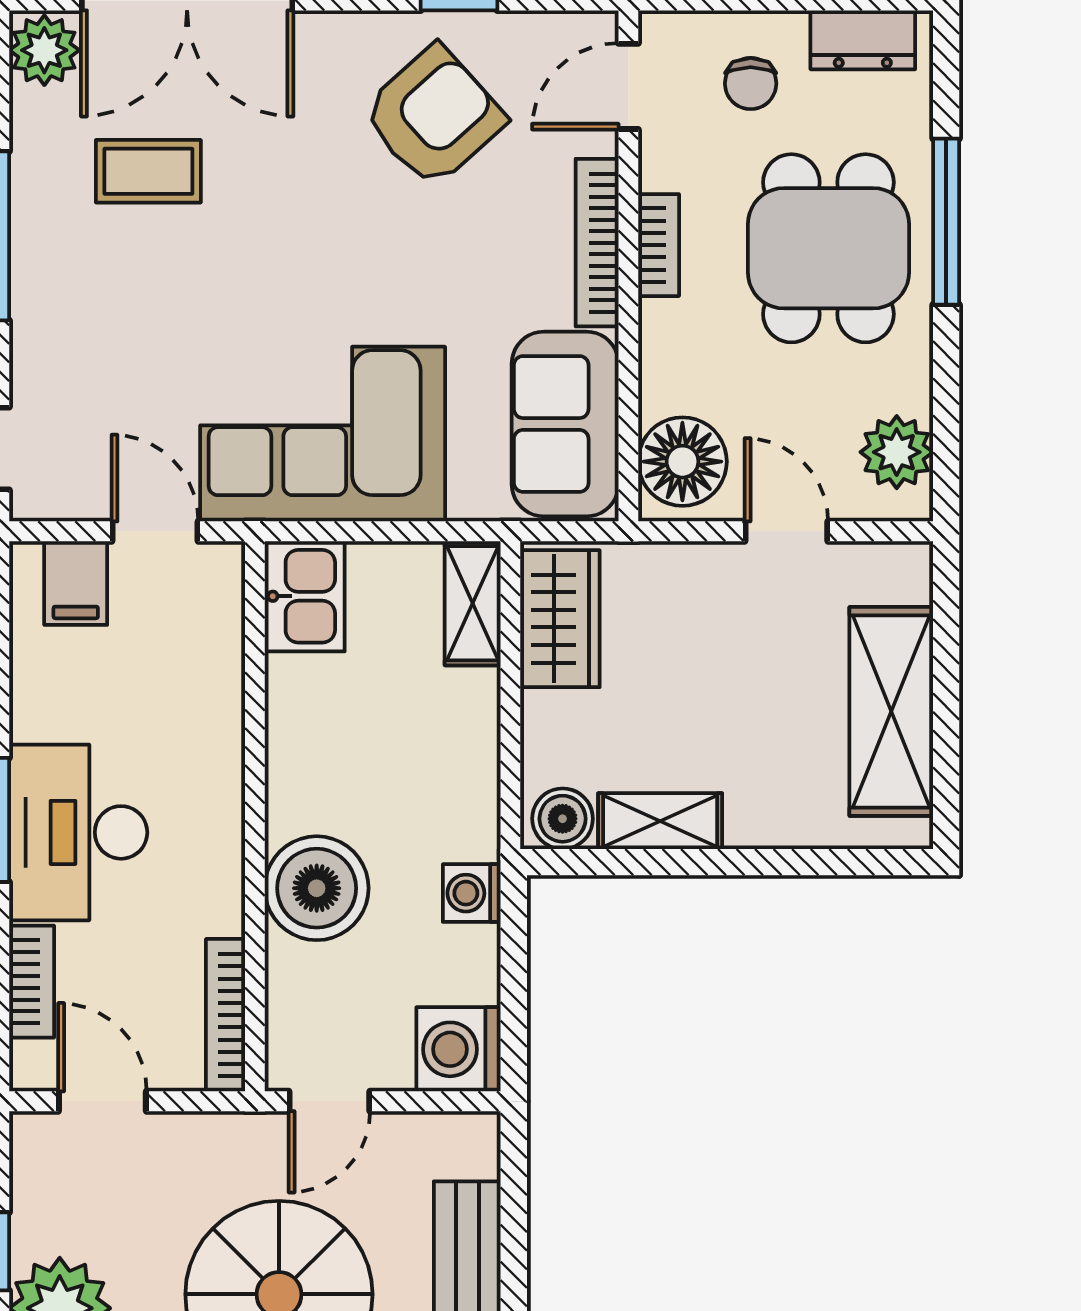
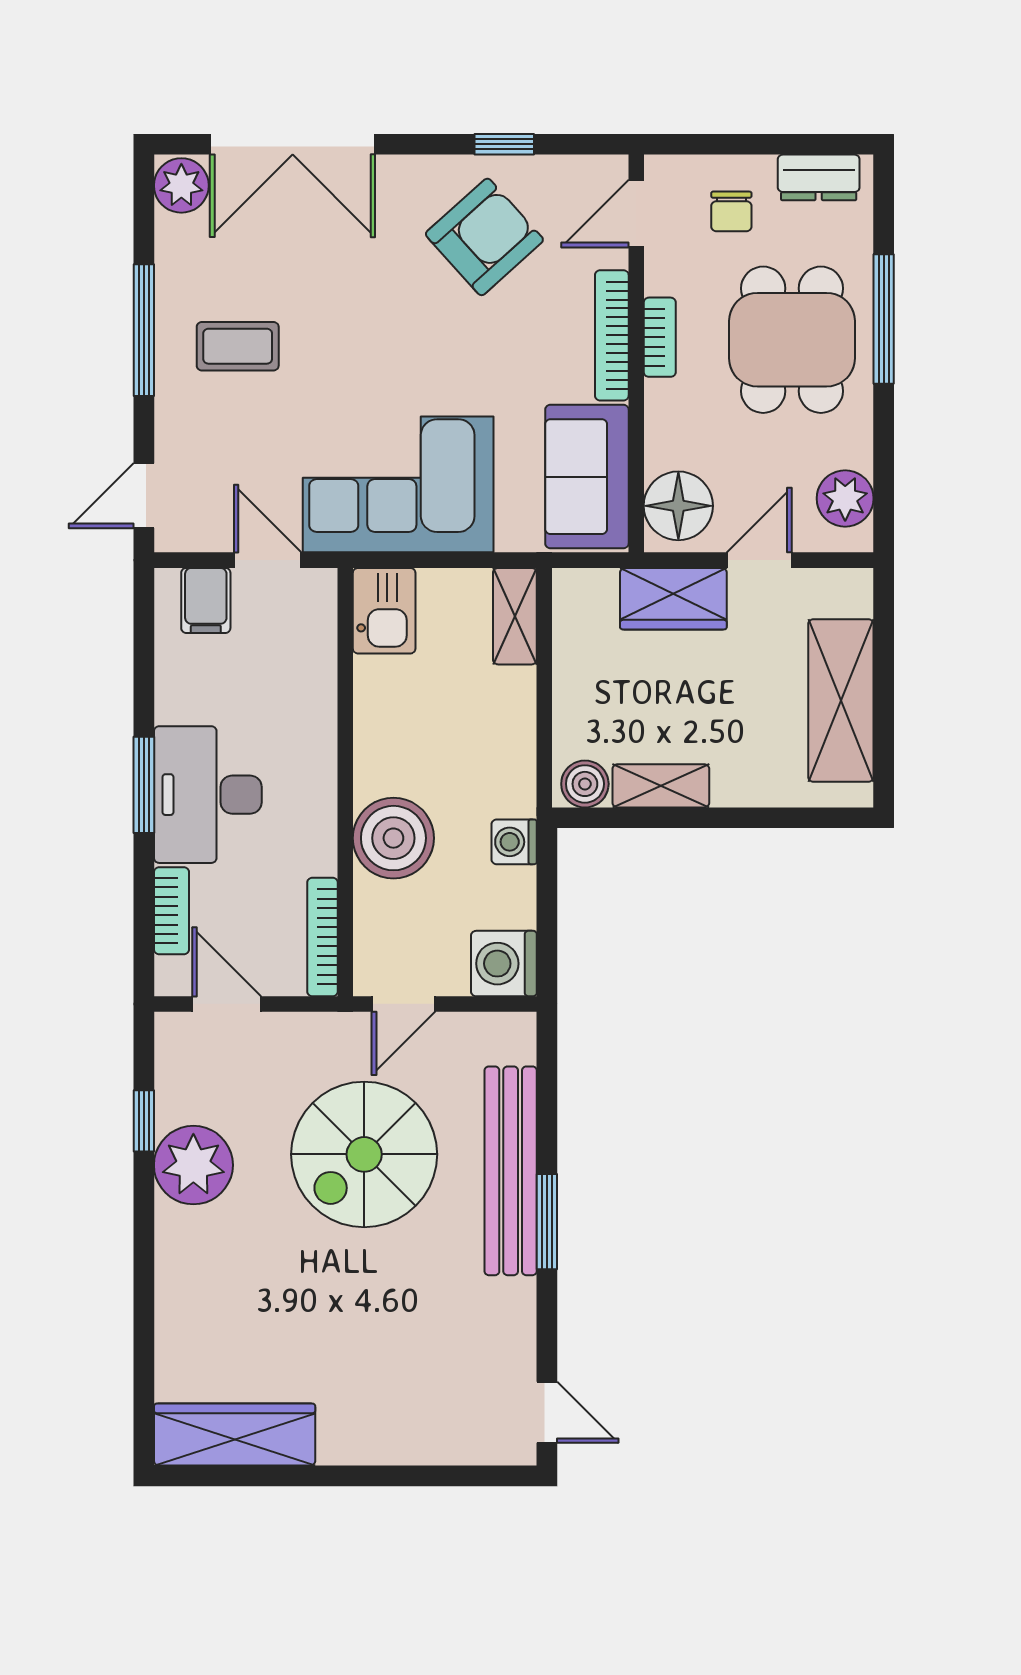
coffee table: (148, 171) -> (238, 346), moved
door: (786, 531) -> (759, 560), hinge flipped
wardrobe: (560, 619) -> (673, 599), moved, turned 90

